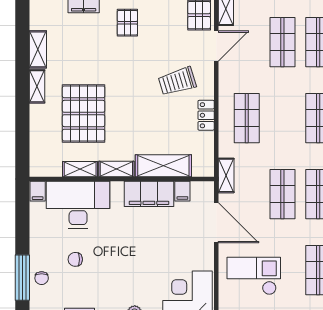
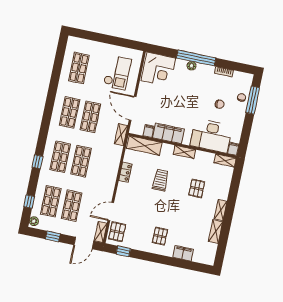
trolley: (177, 81) -> (161, 180), moved, turned -73
pallet: (84, 113) -> (197, 188), width x0.49, depth x0.50
shop shelf: (247, 118) -> (81, 161), moved
shelving: (163, 166) -> (144, 146), moved
shelving: (80, 169) -> (225, 160), moved
checkout: (254, 276) -> (117, 73), turned -90

